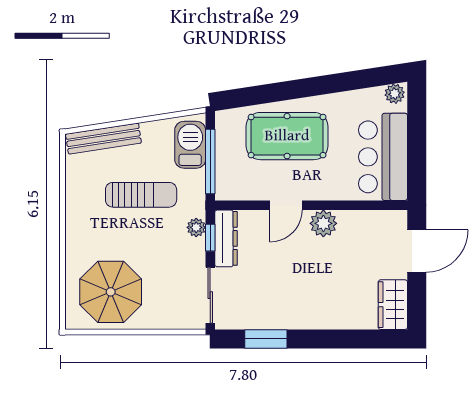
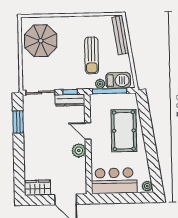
plant: (196, 227) -> (100, 84), moved

